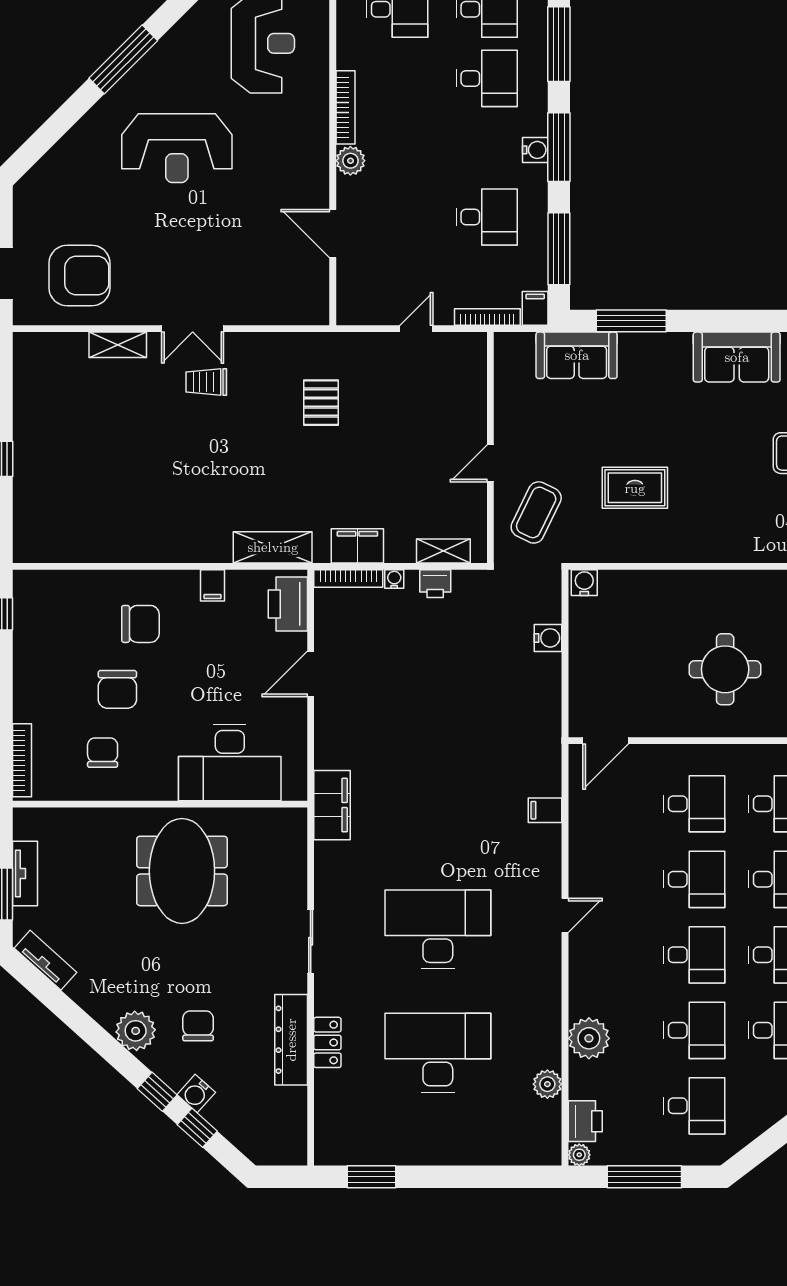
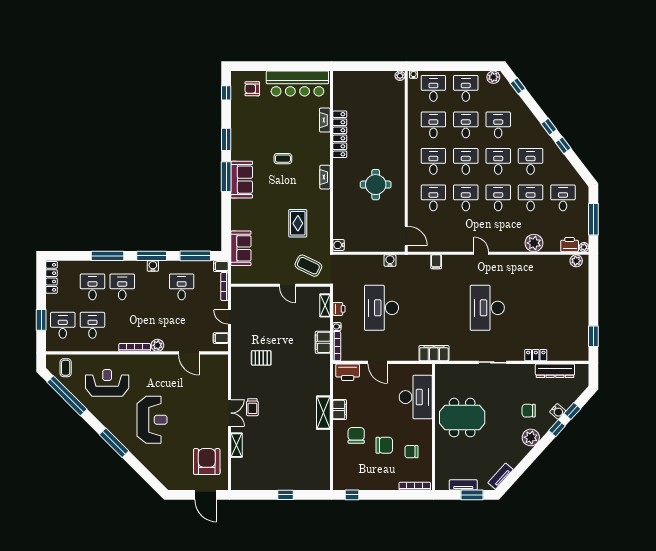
door: (333, 233) -> (189, 353), hinge flipped
filing cabinet: (367, 308) -> (221, 338), added
window: (631, 321) -> (226, 177), moved
shelving: (273, 547) -> (323, 413), moved
fireplace: (742, 551) -> (325, 177), added
filing cabinet: (212, 585) -> (340, 410), width x2.00
water cooler: (548, 638) -> (390, 261), moved
dresser: (291, 1040) -> (555, 371), moved
desk: (438, 1053) -> (381, 308), moved
plant: (547, 1084) -> (576, 261), moved

